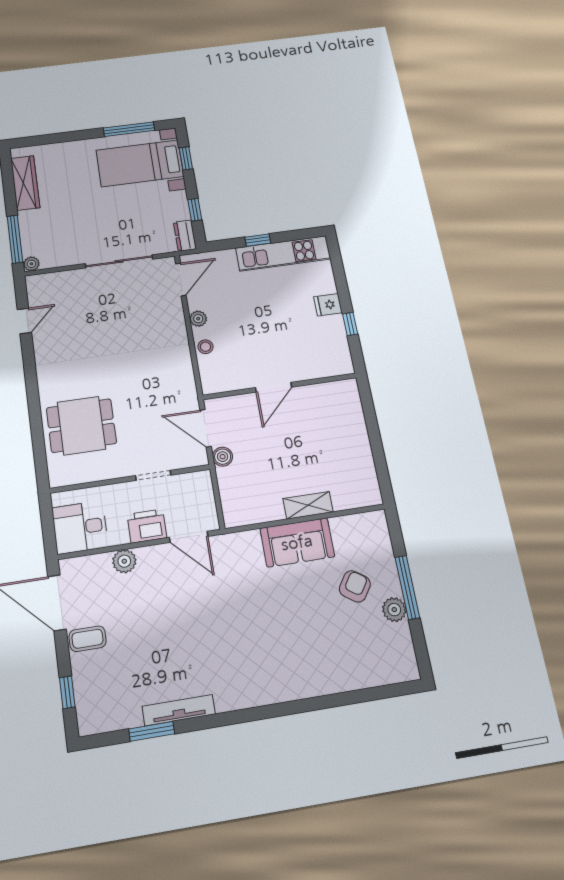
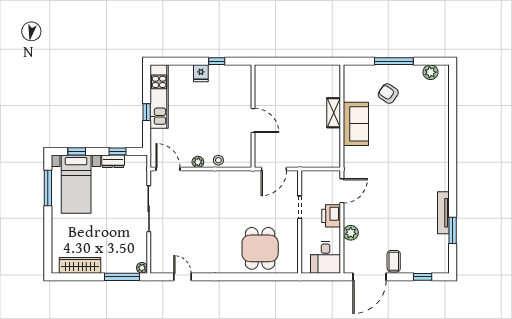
dresser: (185, 236) -> (113, 161), moved
boiler: (223, 457) -> (294, 161), removed
plant: (394, 610) -> (431, 72), moved

